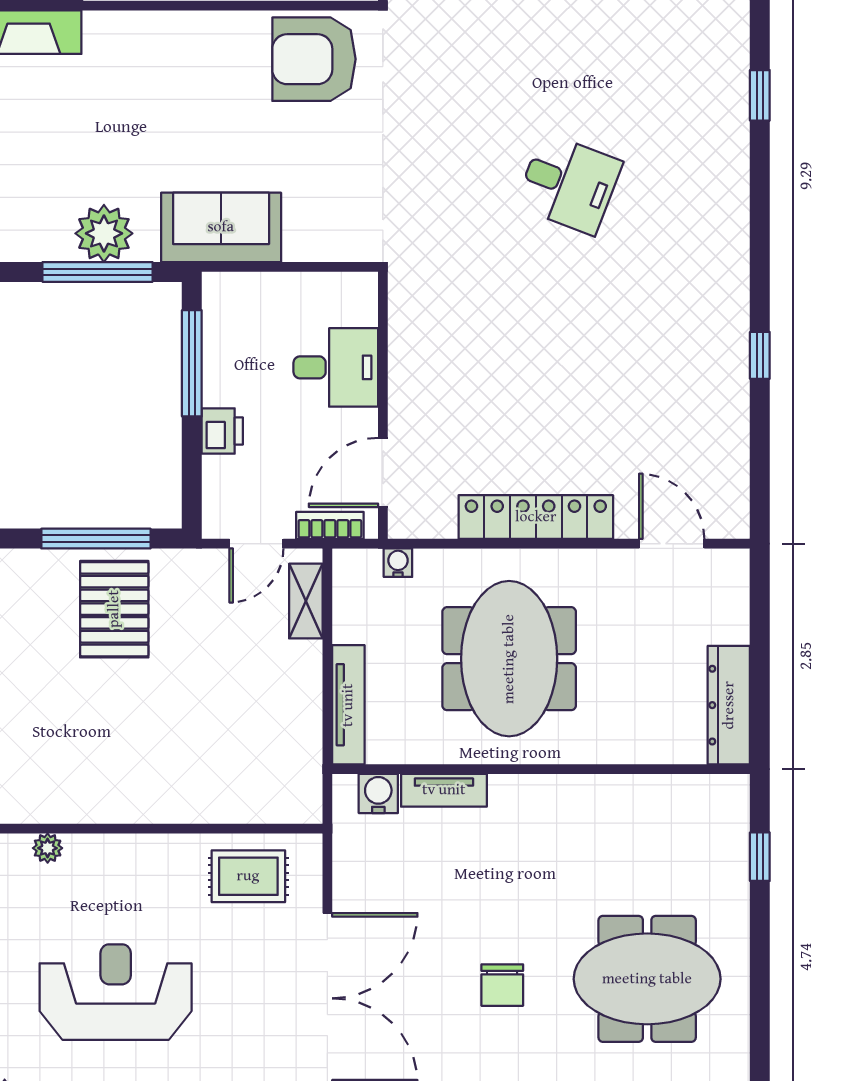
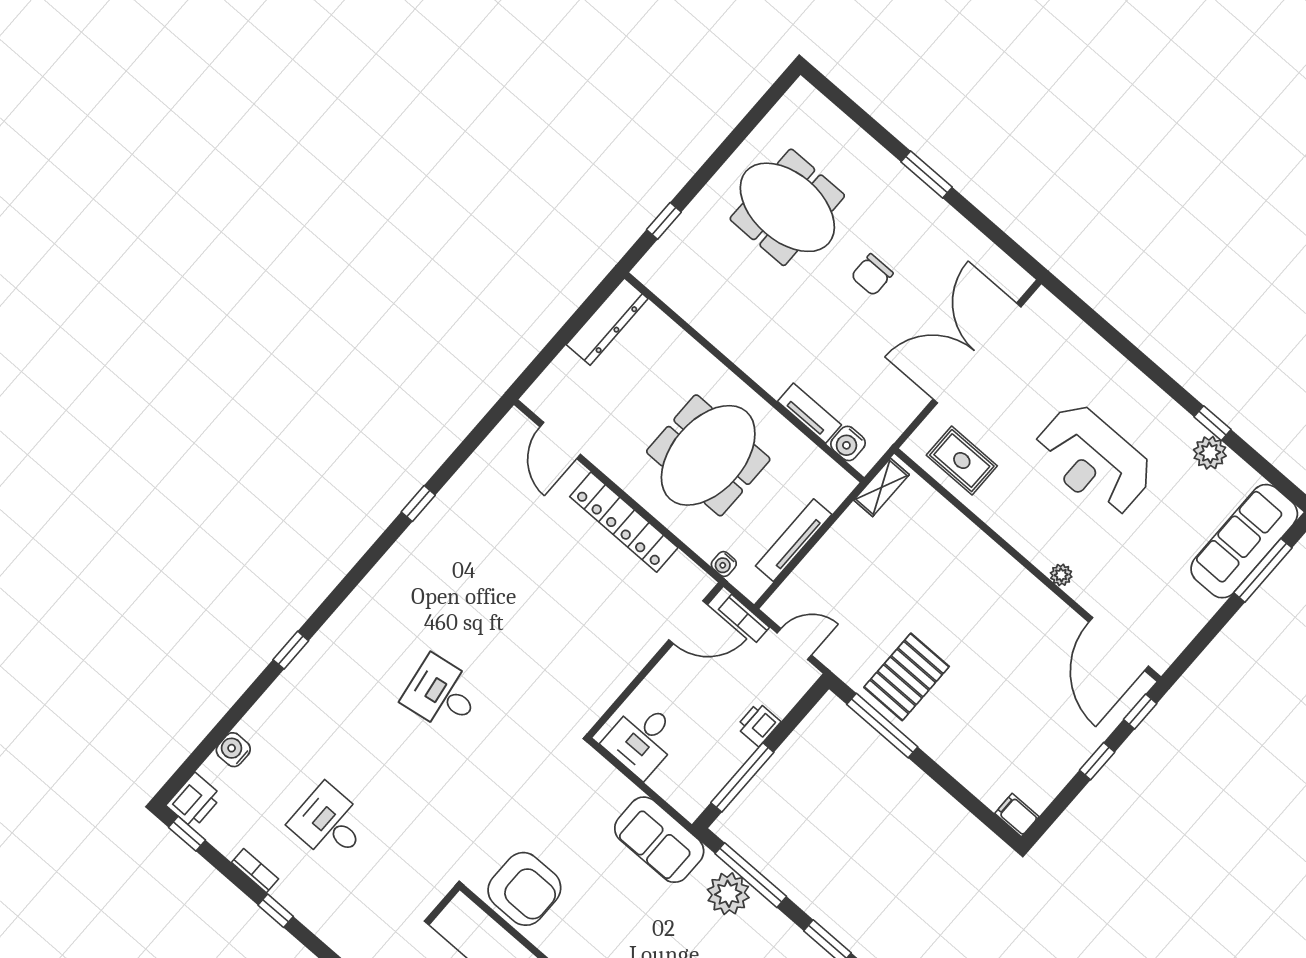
desk: (569, 184) -> (442, 694), turned -30
desk: (336, 367) -> (642, 739), moved, turned -90
shelving: (306, 601) -> (881, 487), moved
tv unit: (348, 705) -> (794, 540), moved
chair: (502, 985) -> (872, 275), turned 180

